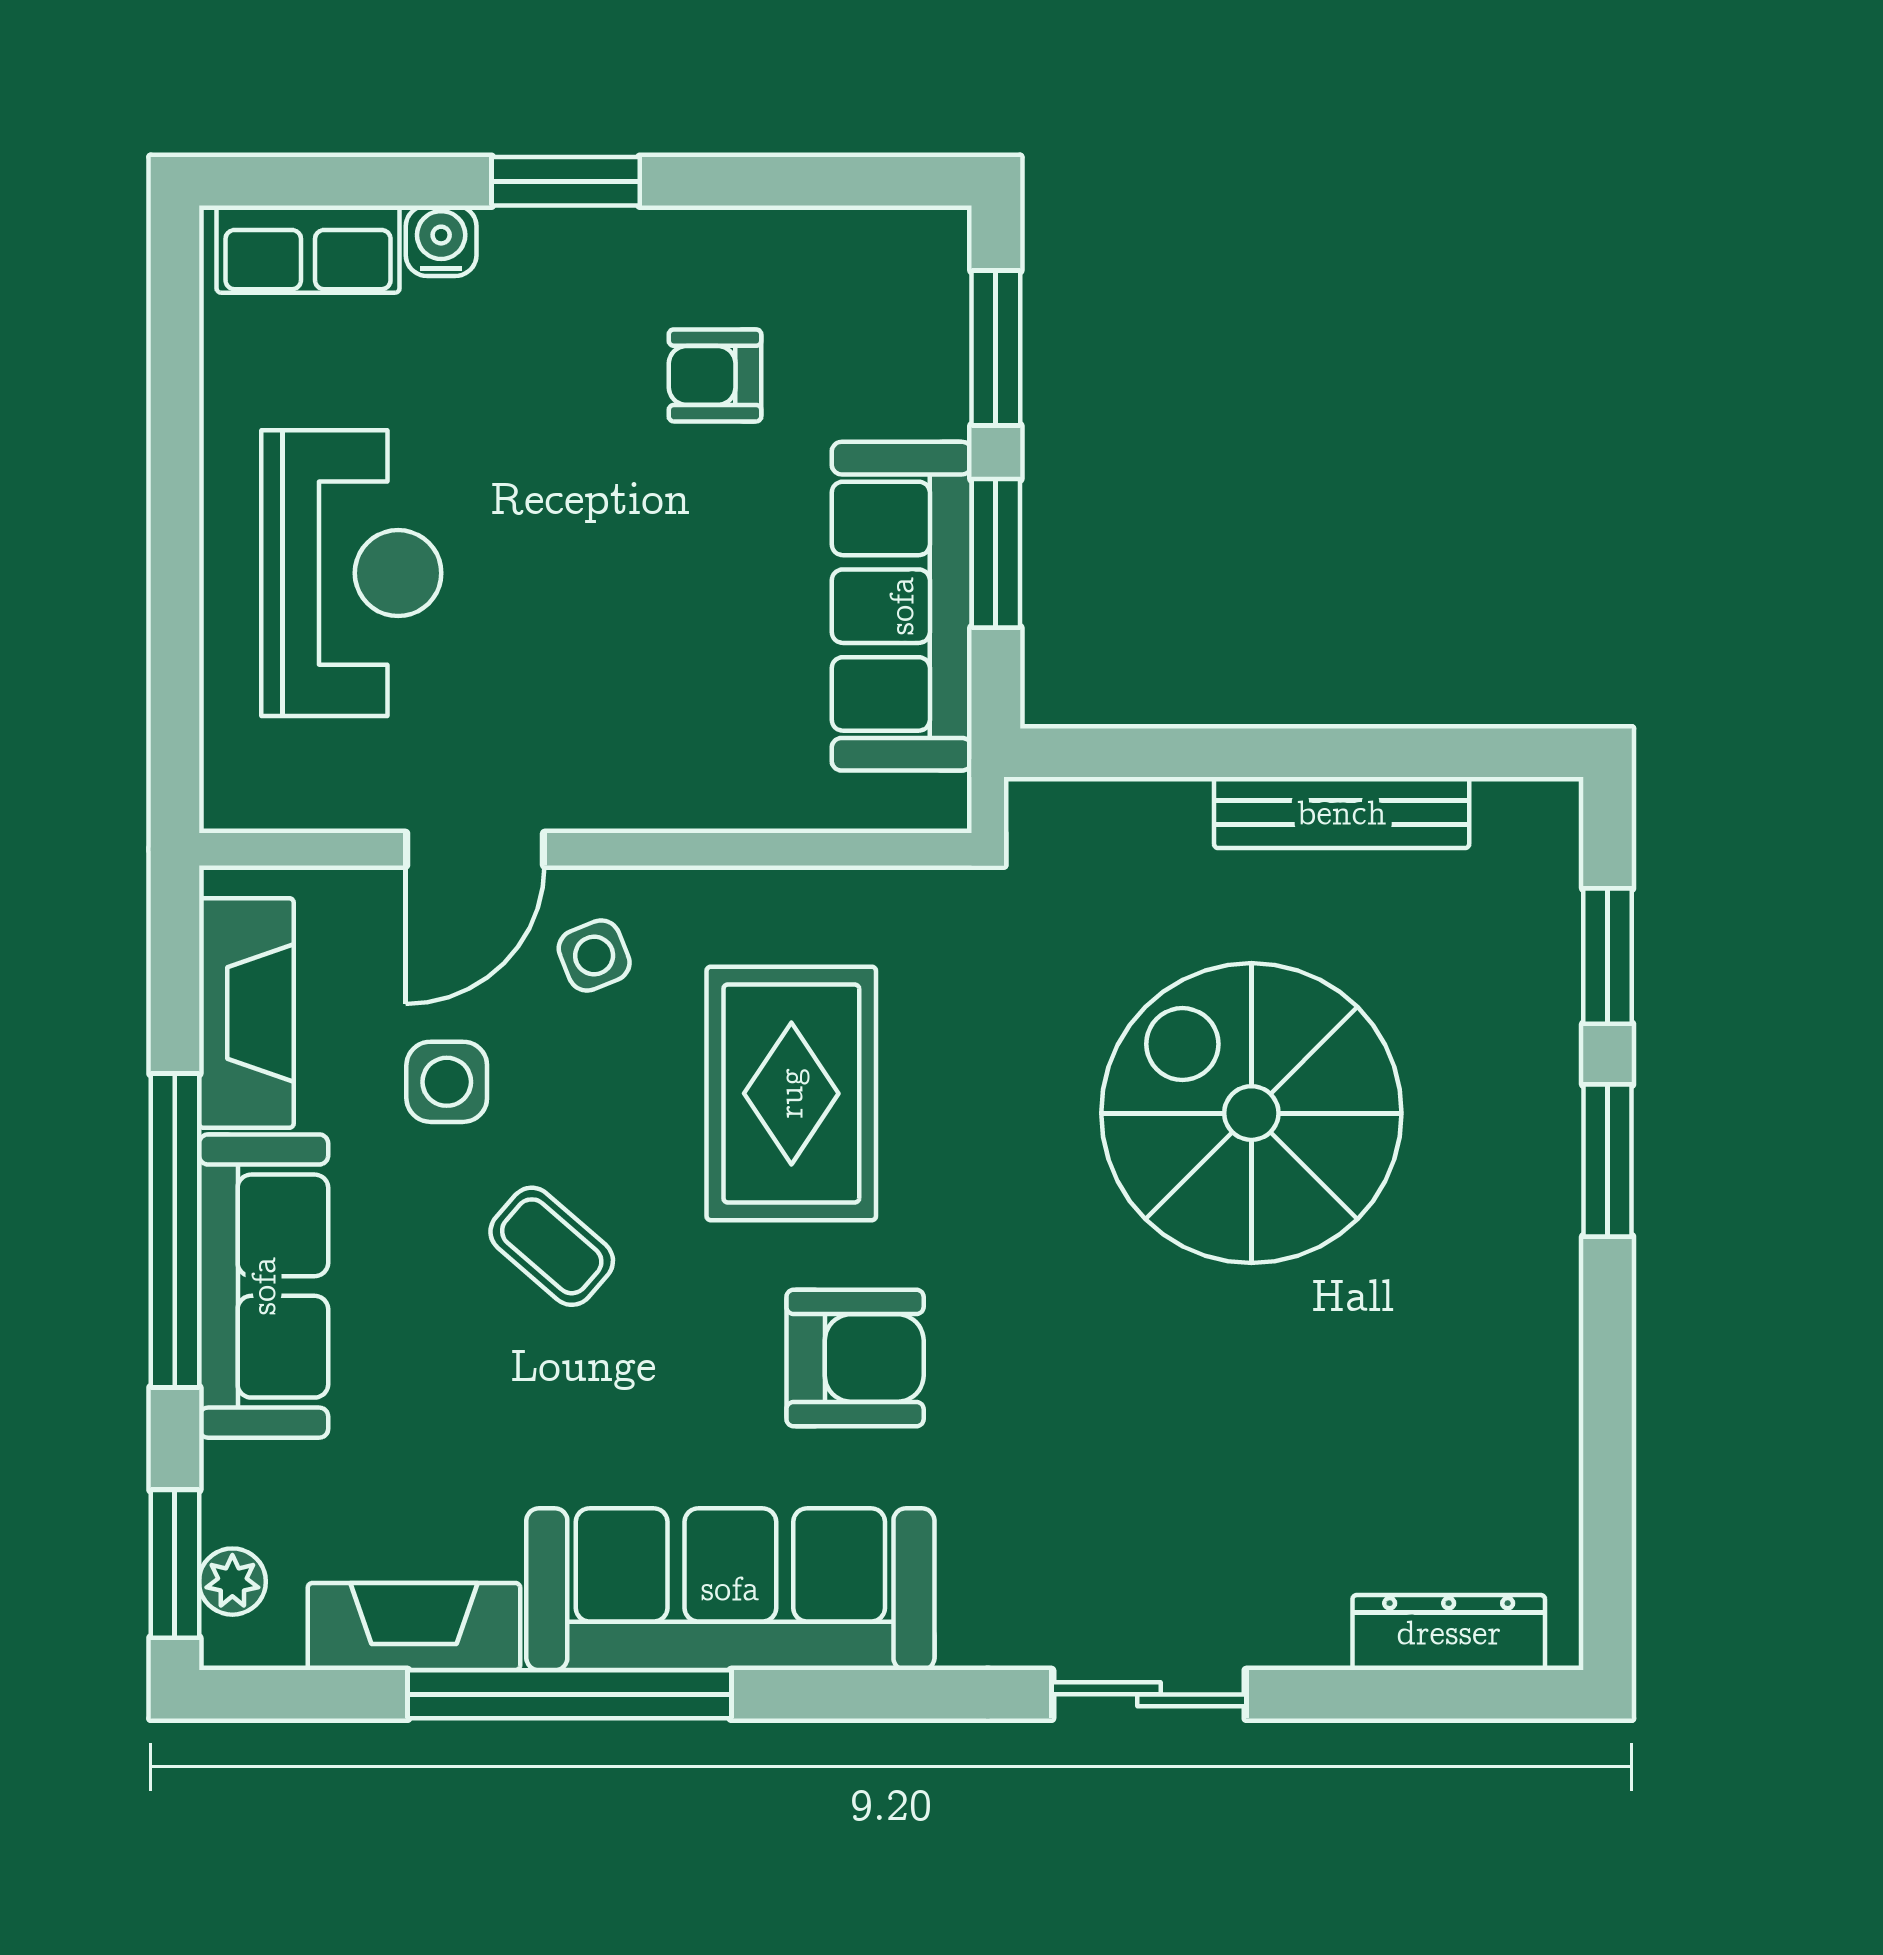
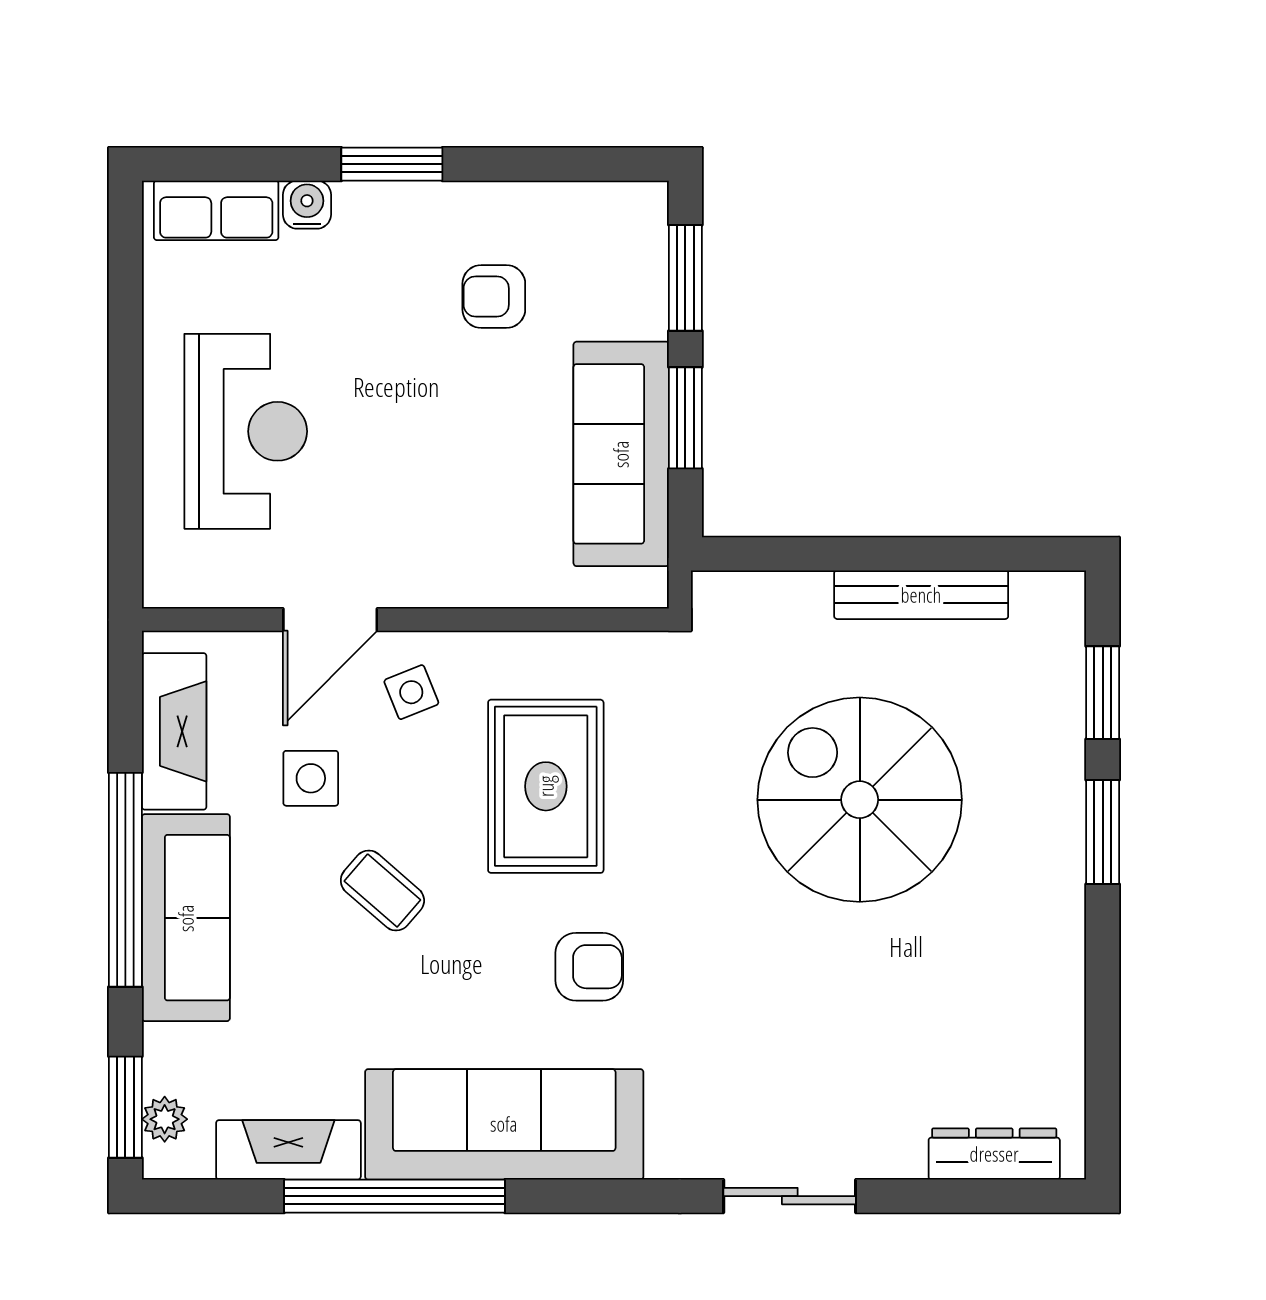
armchair: (855, 1358) -> (589, 967), width x0.72, depth x0.72

